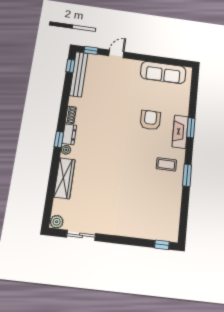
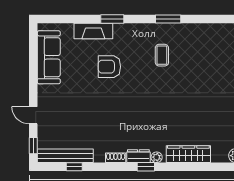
window: (70, 66) -> (74, 167), moved
fireplace: (180, 132) -> (93, 31), moved
coffee table: (166, 164) -> (162, 55), moved

